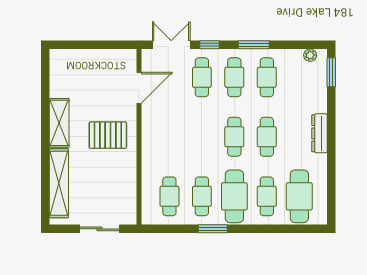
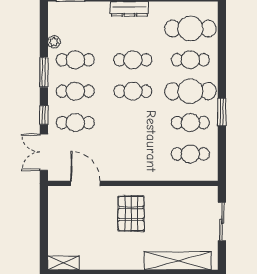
plant: (310, 55) -> (54, 42), moved
shelving: (59, 123) -> (64, 263), moved, width x0.67, depth x0.75

